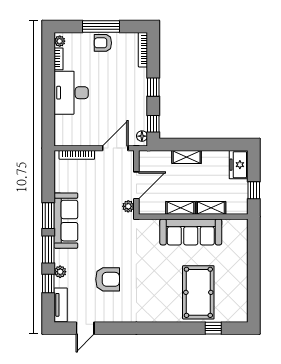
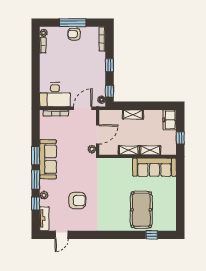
desk: (71, 93) -> (55, 95), moved, turned -90
sofa: (191, 232) -> (154, 167), moved

